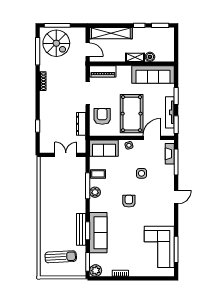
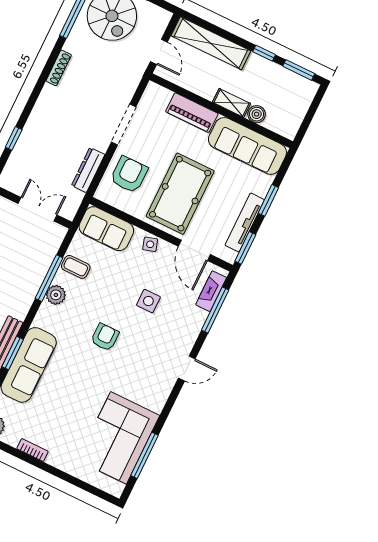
piano: (103, 71) -> (192, 113), moved
door: (152, 138) -> (194, 250), swing flipped

